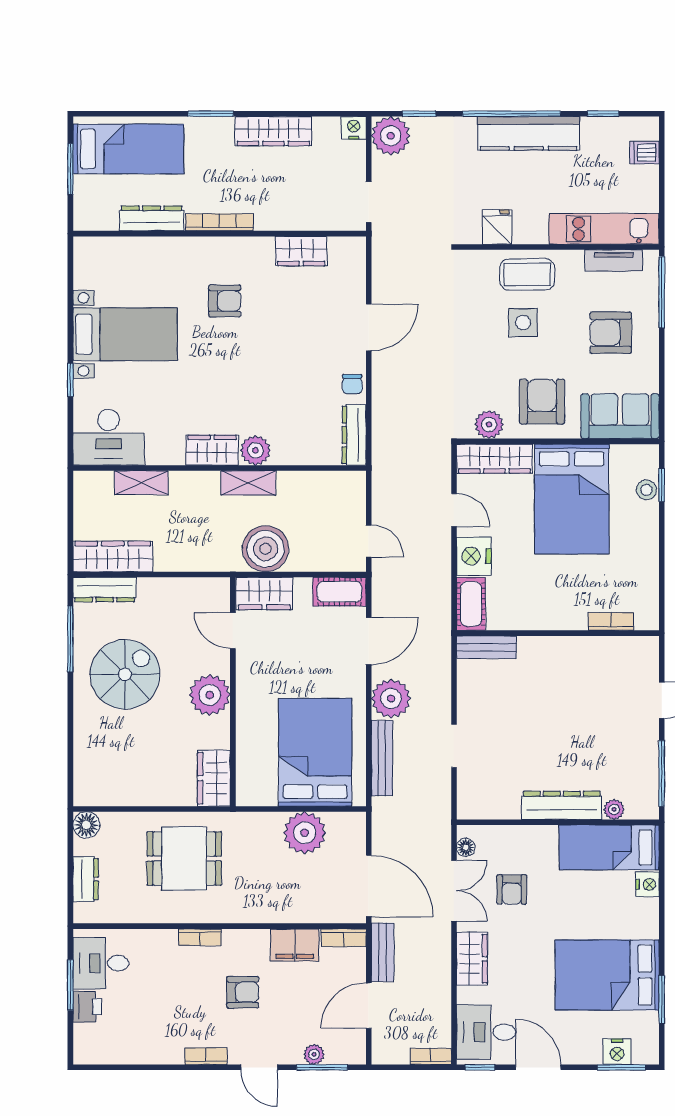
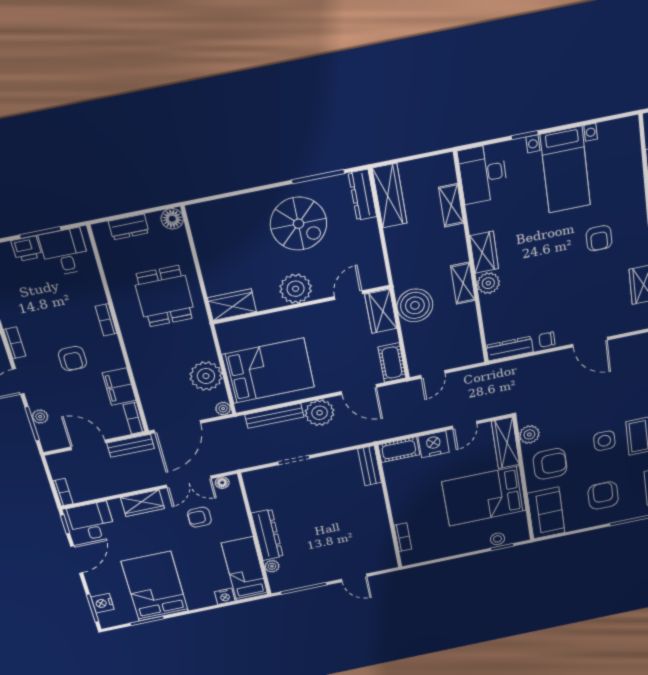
plant: (356, 822) -> (223, 409), added

